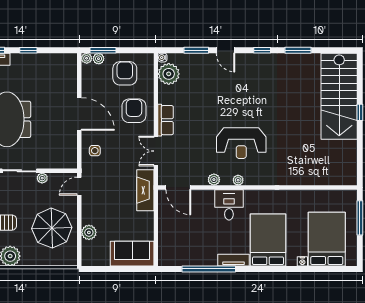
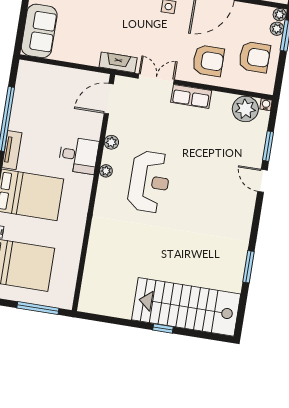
door: (225, 50) -> (262, 181), hinge flipped
window: (262, 50) -> (255, 224), removed
reception desk: (241, 143) -> (149, 182), turned 180
fireplace: (145, 190) -> (118, 62), width x0.73, depth x0.76

